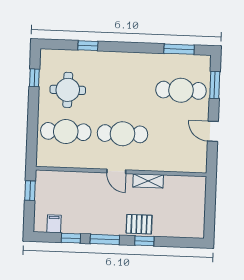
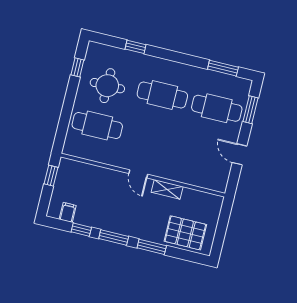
cafe table: (123, 134) -> (162, 95), moved
pallet: (139, 224) -> (185, 233), moved, width x1.50, depth x1.42
window: (144, 241) -> (152, 247), width x1.50

